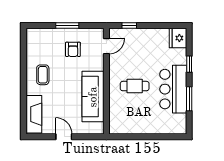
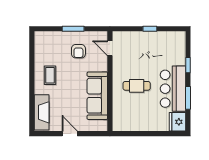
window: (129, 25) -> (150, 29), moved
fridge: (178, 38) -> (177, 122), moved
door: (106, 46) -> (110, 48), swing flipped

